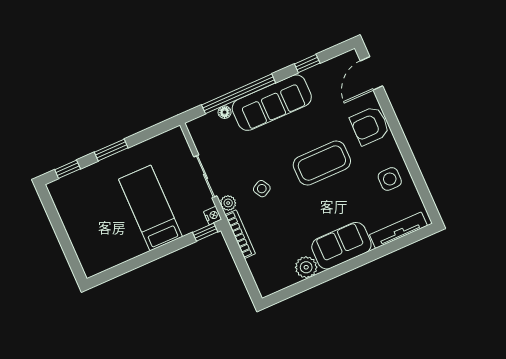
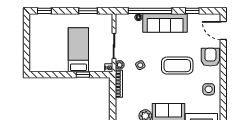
door: (371, 73) -> (223, 31), hinge flipped
armchair: (370, 126) -> (210, 57), turned 90
window: (111, 150) -> (88, 11), moved
window: (205, 232) -> (83, 75), moved

